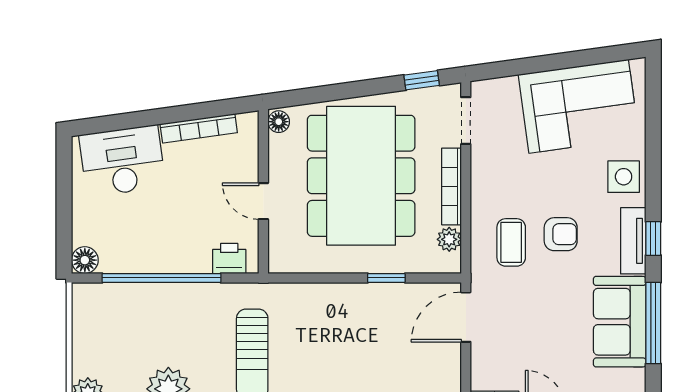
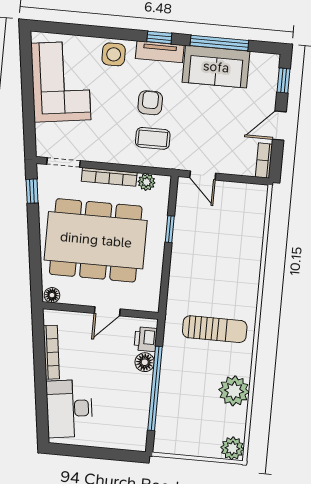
floor lamp: (85, 260) -> (145, 362), moved
door: (466, 317) -> (203, 175), width x0.73

